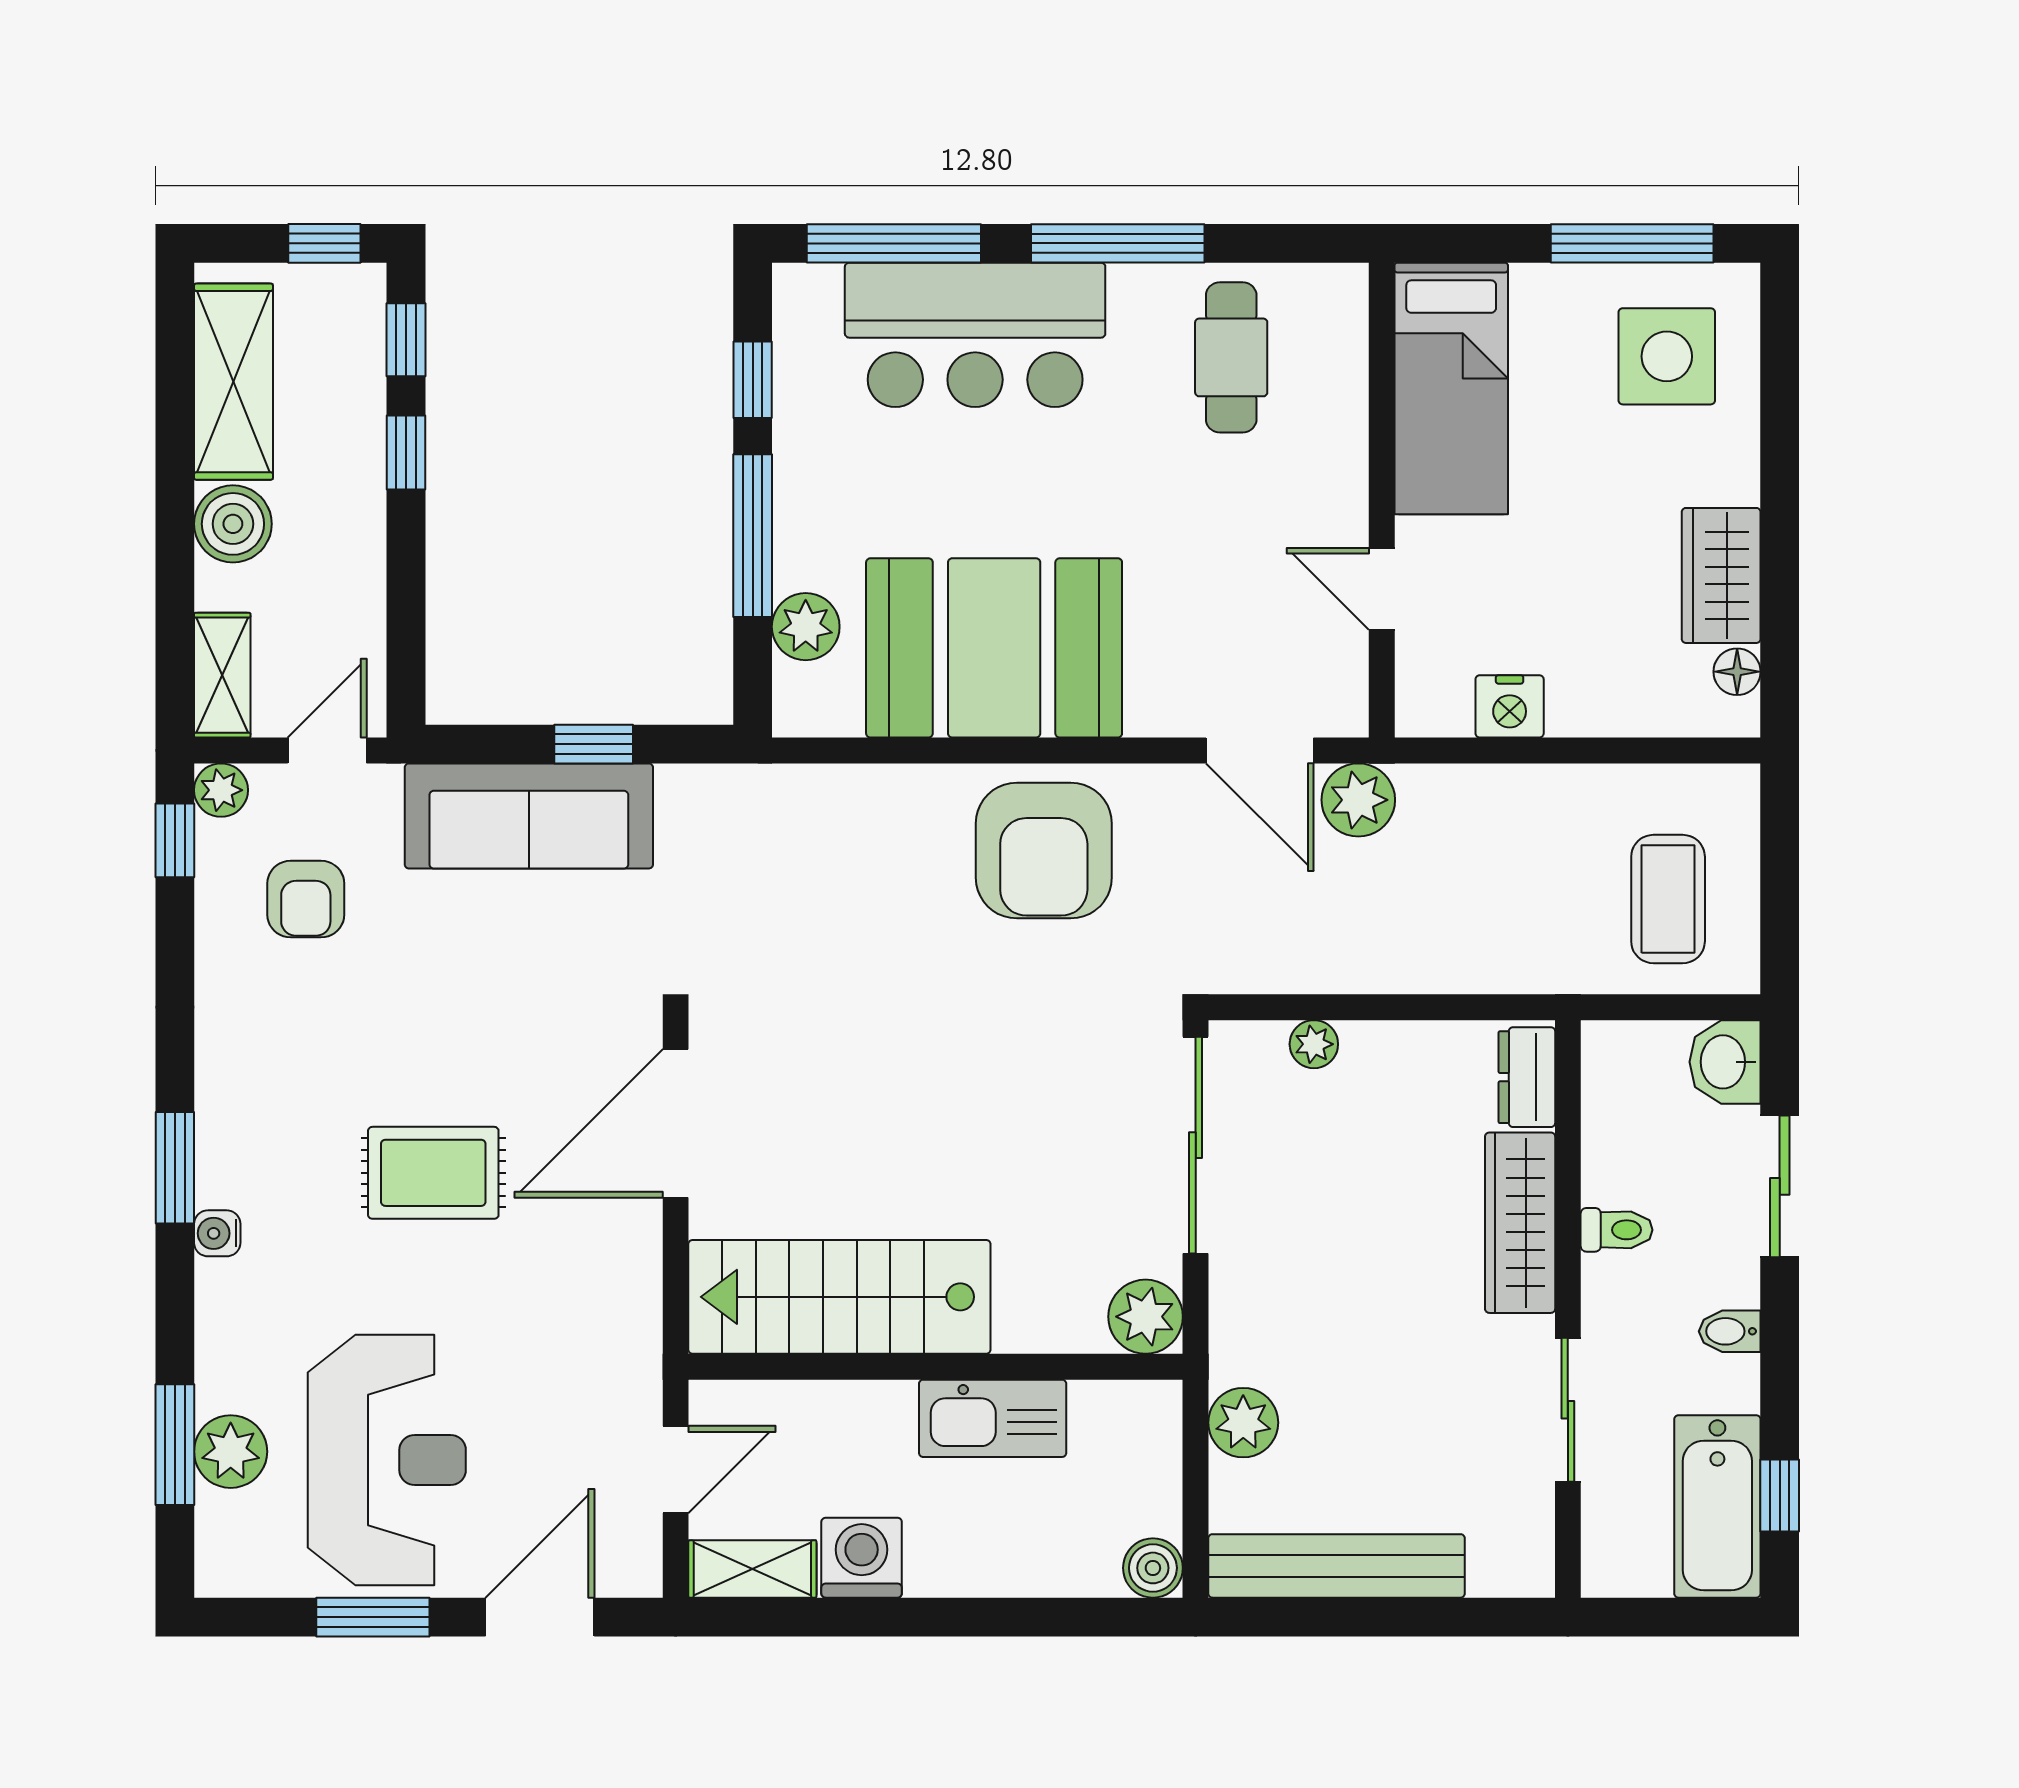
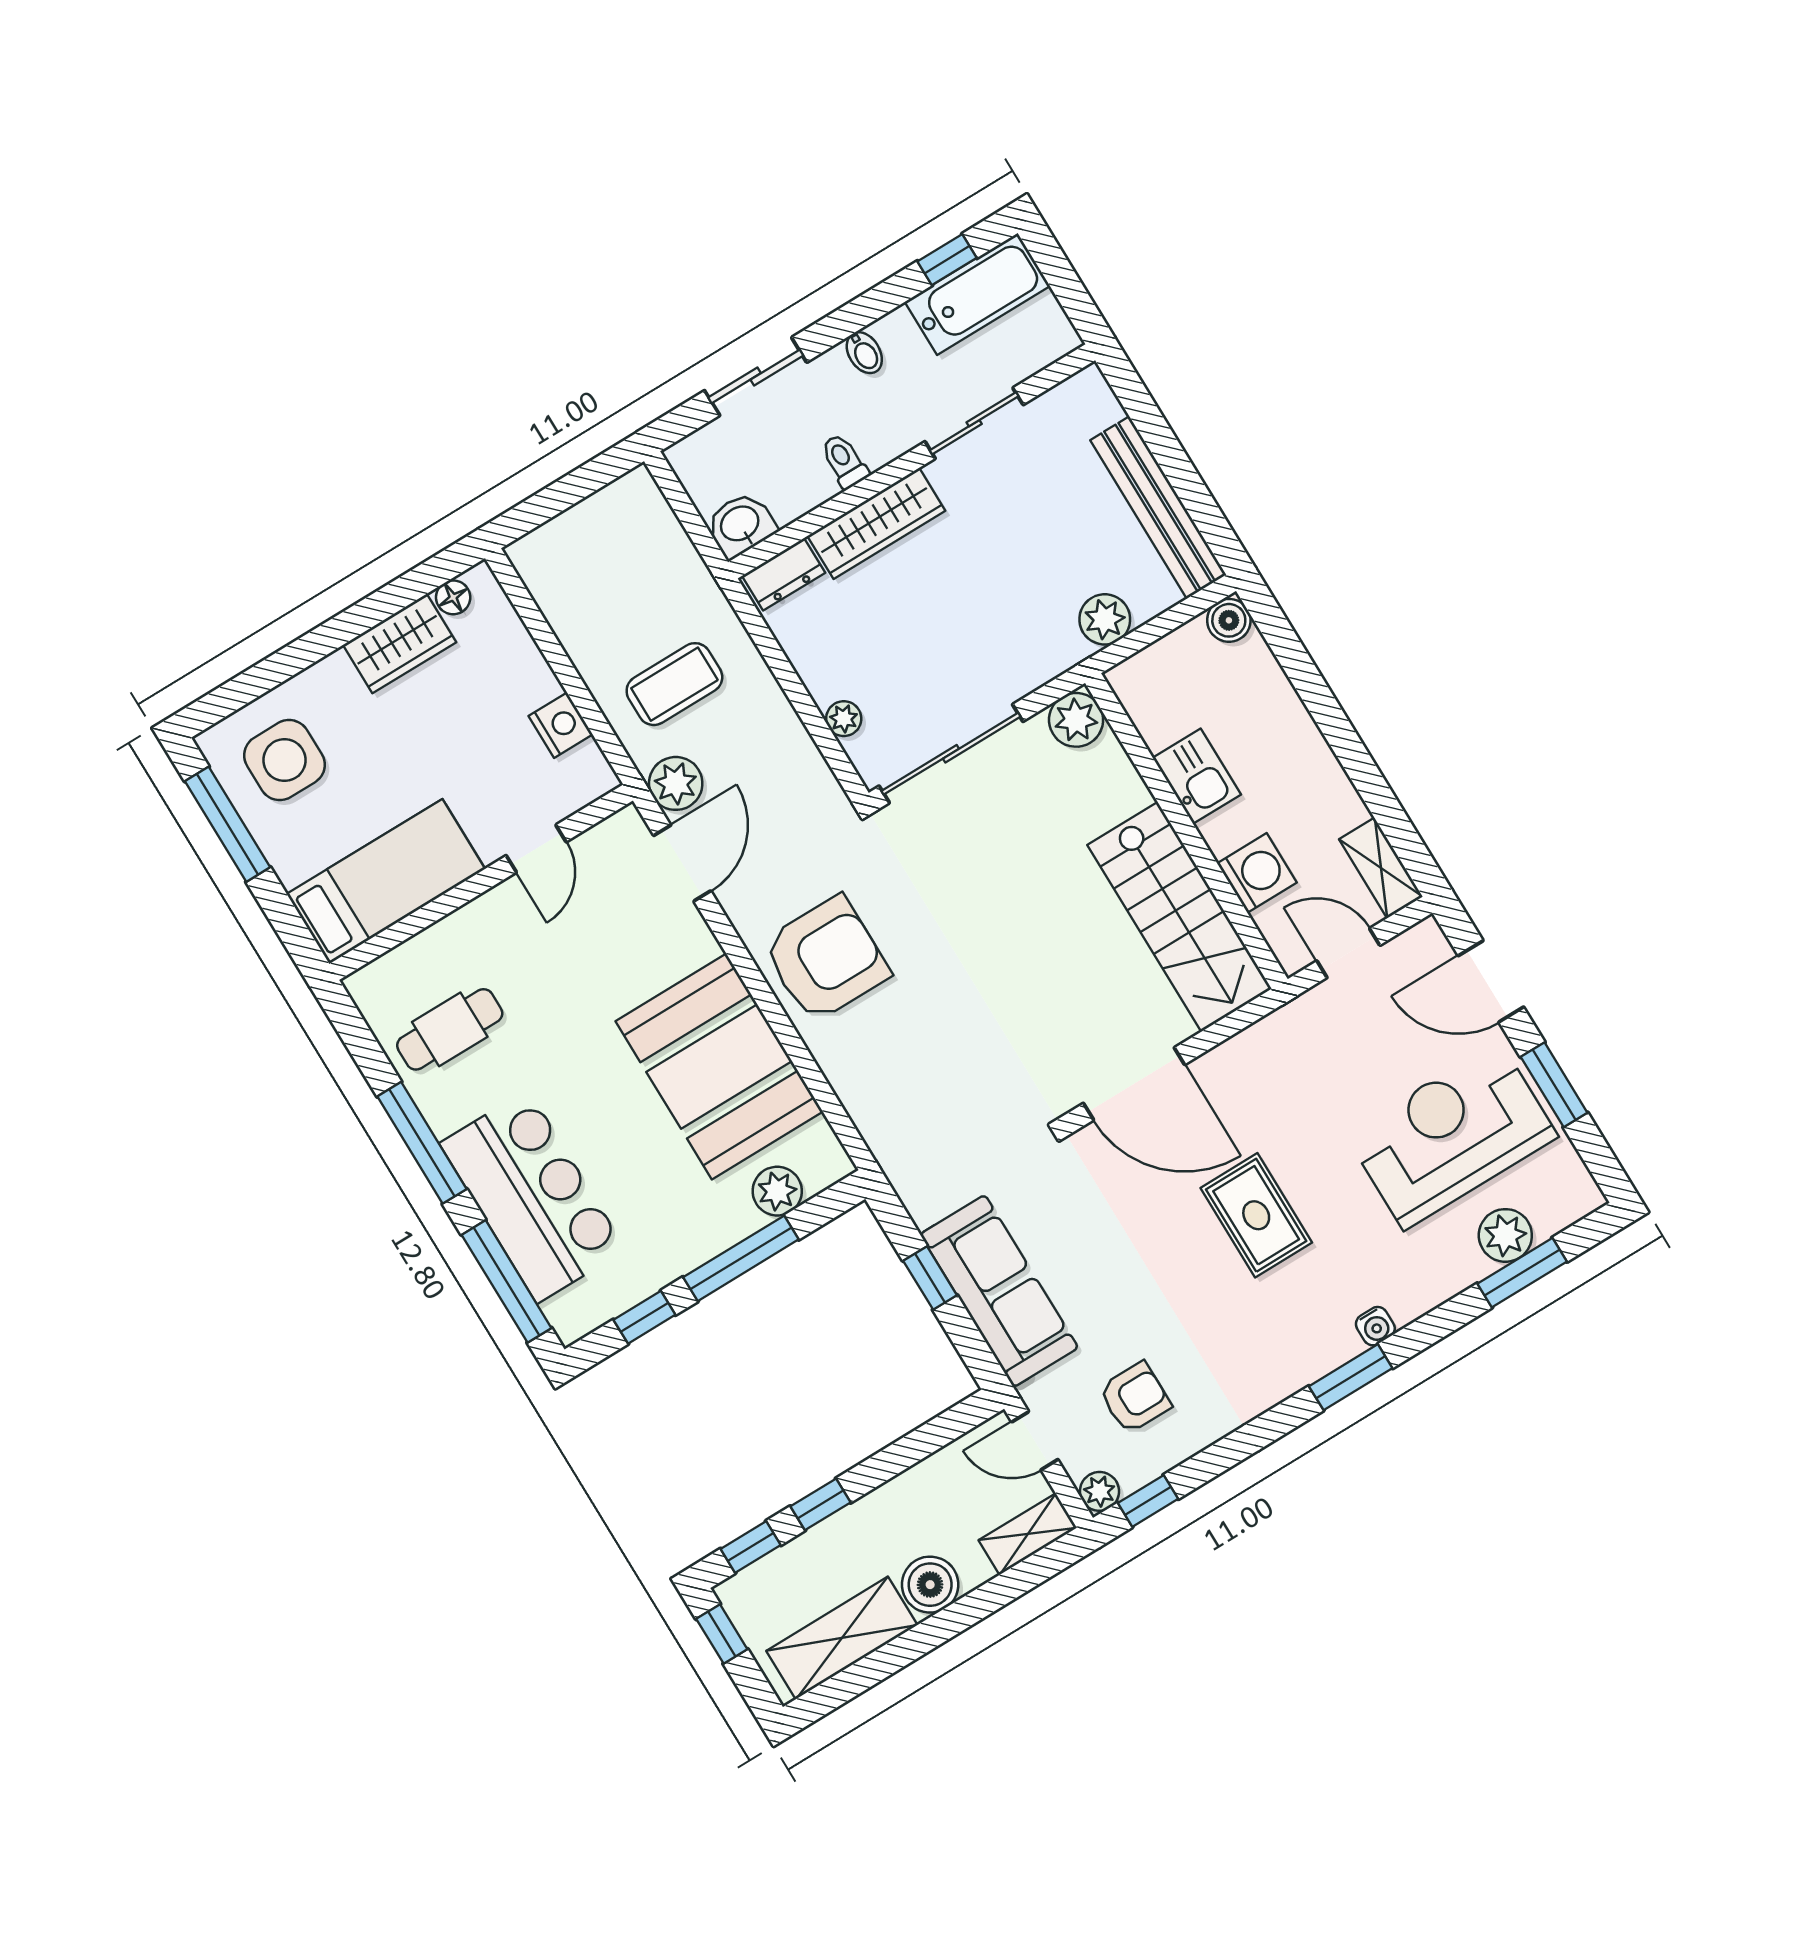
coffee table: (1668, 899) -> (674, 684), moved
washbasin: (1725, 1062) -> (740, 525), moved, turned 180
kitchen sink: (993, 1418) -> (1197, 776), width x0.73
washing machine: (862, 1558) -> (1257, 873), moved, turned 180

